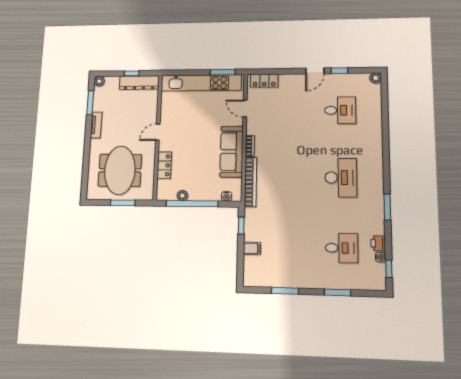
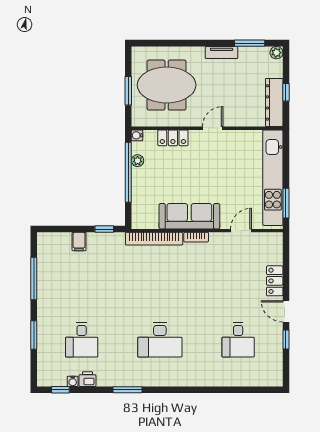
plant: (376, 78) -> (276, 380), removed
locker: (264, 81) -> (275, 281), moved
door: (158, 132) -> (213, 128), hinge flipped
water cooler: (226, 196) -> (137, 135), moved
window: (285, 291) -> (34, 279), width x1.44

